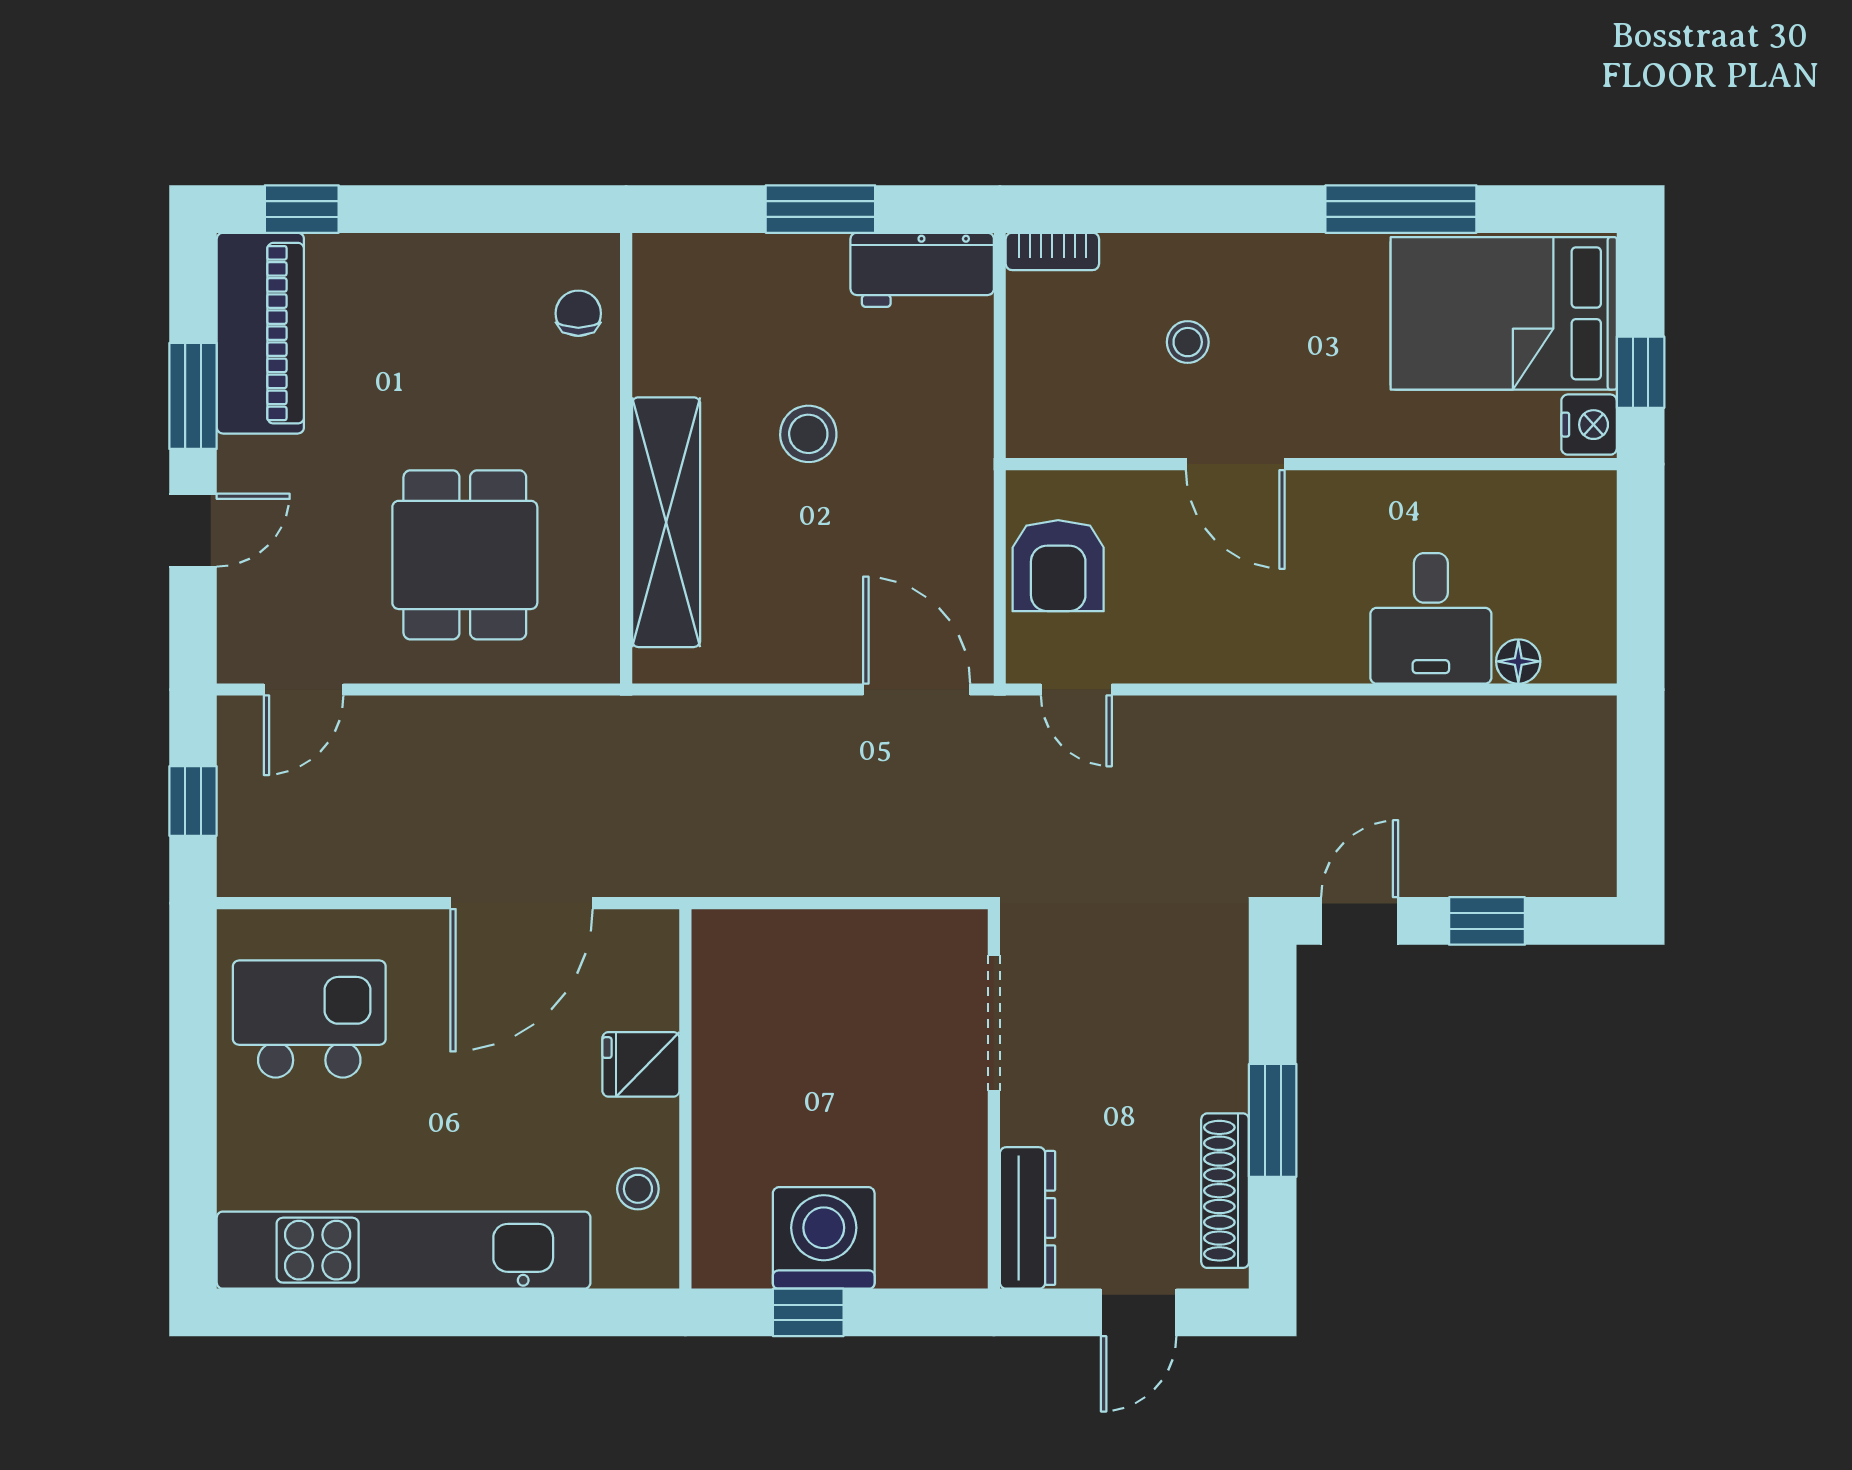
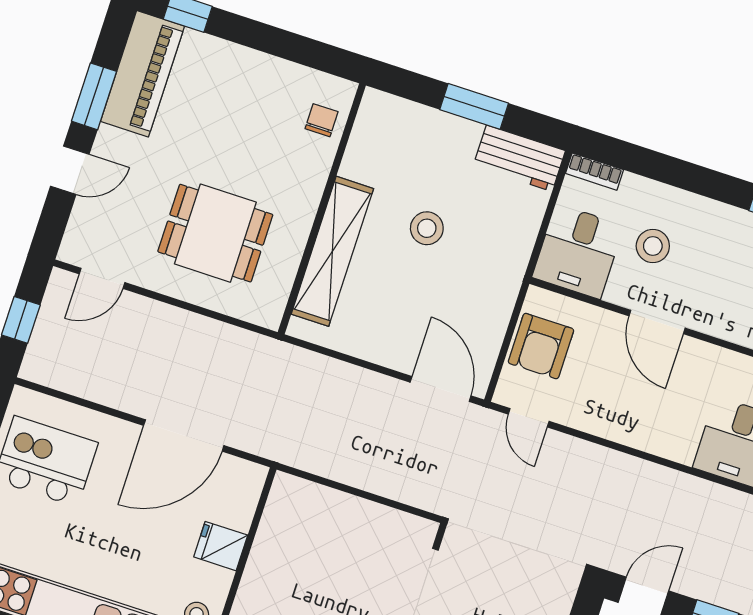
stool: (1188, 342) -> (653, 246), width x1.37, depth x1.37
desk: (1068, 391) -> (578, 251), added
dining table: (465, 555) -> (215, 233), turned 90

